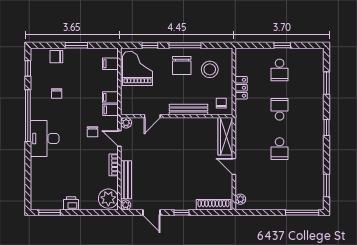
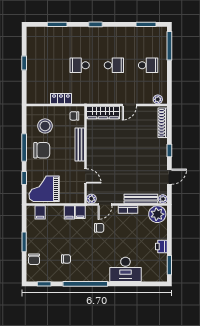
school desk: (280, 70) -> (148, 65), moved
desk: (45, 139) -> (125, 269), moved

